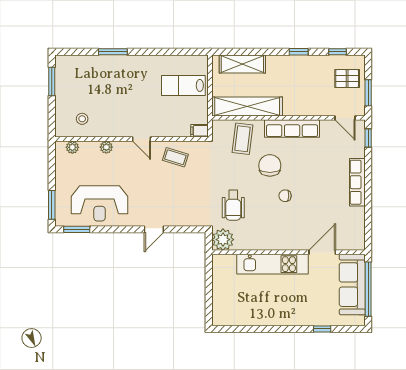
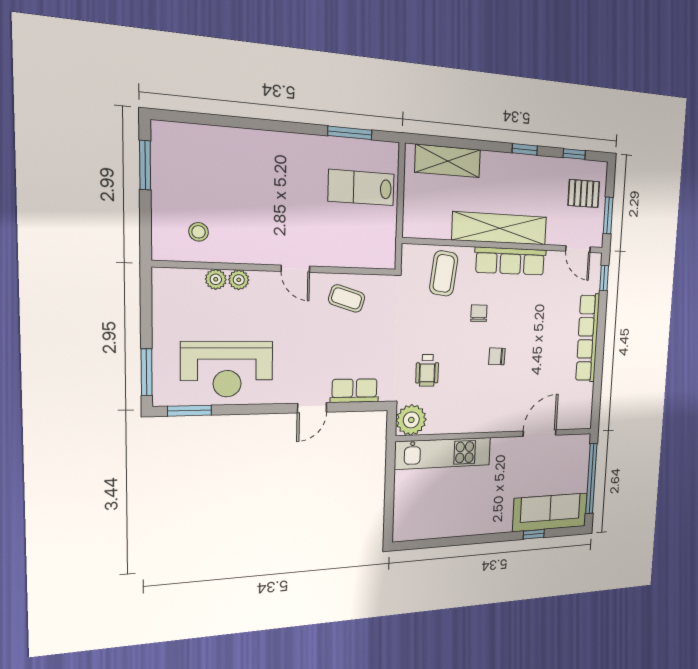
window: (113, 52) -> (350, 133), moved
shelving: (247, 106) -> (500, 228), moved
filing cabinet: (200, 131) -> (383, 259), removed
plant: (72, 147) -> (216, 279), moved
chair: (270, 165) -> (479, 313), width x0.54, depth x0.54
row of seats: (357, 182) -> (588, 338), width x1.36
wheelchair: (233, 205) -> (427, 370), width x0.73, depth x0.73
row of seats: (182, 218) -> (355, 391), added
kitchen unit: (272, 264) -> (443, 453), moved
sofa: (352, 285) -> (550, 512), moved, turned 90

